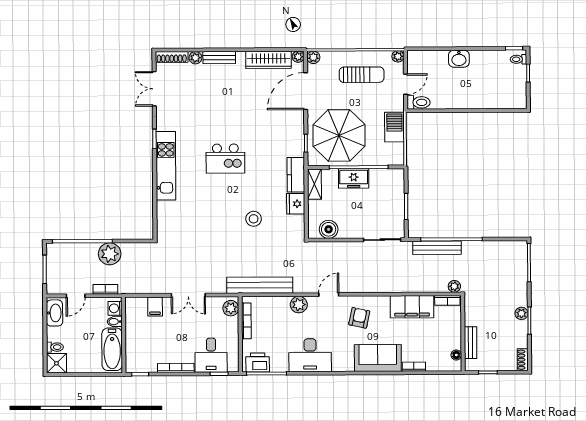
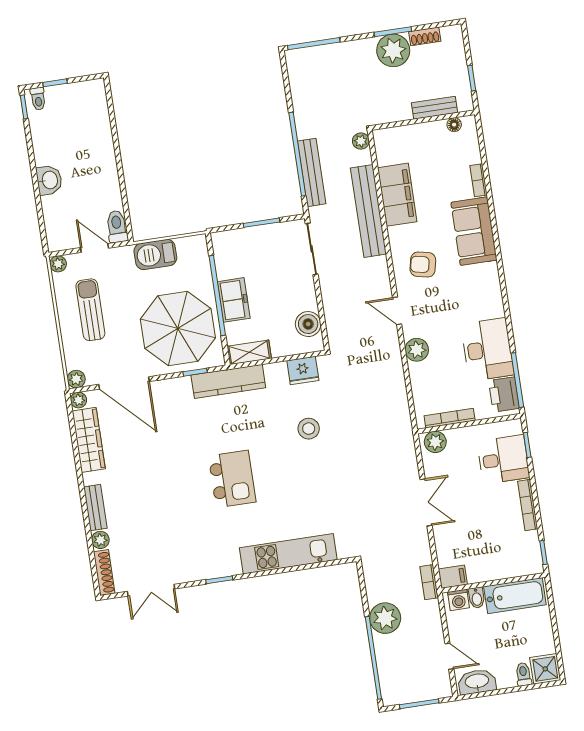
kitchen unit: (166, 166) -> (288, 554), moved
kitchen counter: (296, 175) -> (228, 381), width x1.50
fridge: (296, 204) -> (303, 371), moved
bench: (260, 285) -> (368, 211), moved
bookcase: (105, 289) -> (429, 582), moved
bookcase: (447, 300) -> (382, 148), removed
filing cabinet: (155, 307) -> (453, 577), moved
plant: (521, 313) -> (393, 50), width x1.88, depth x1.88
desk: (310, 355) -> (487, 349), moved
shoe rack: (523, 360) -> (425, 36), moved

